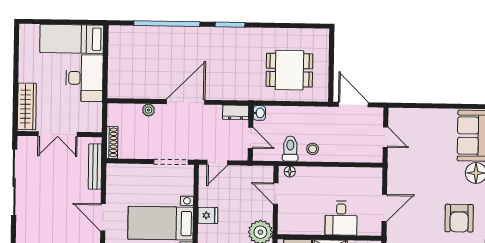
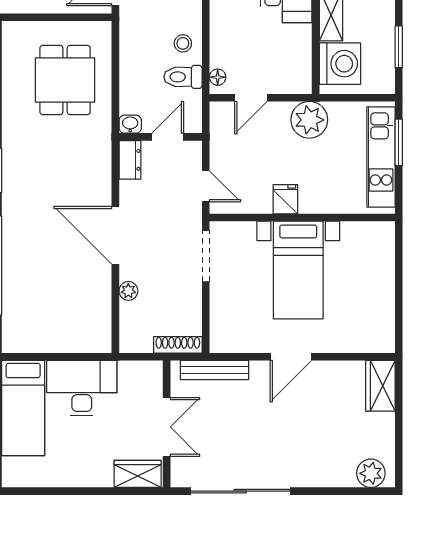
wardrobe: (27, 106) -> (138, 474), width x0.67

